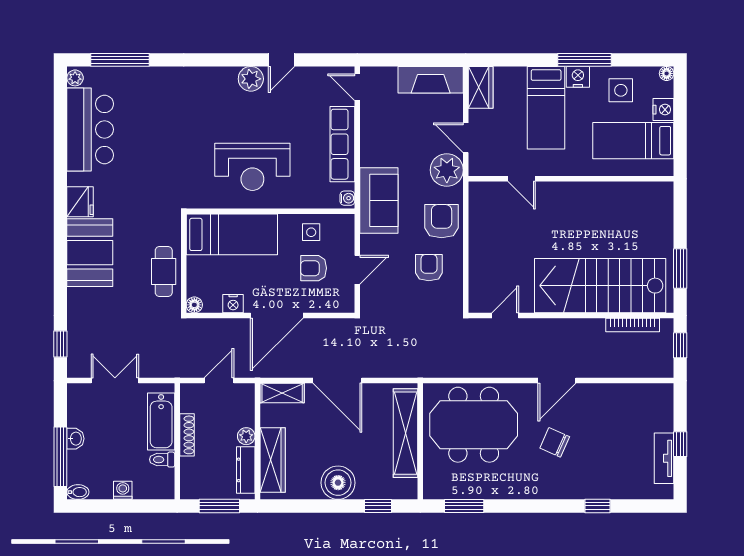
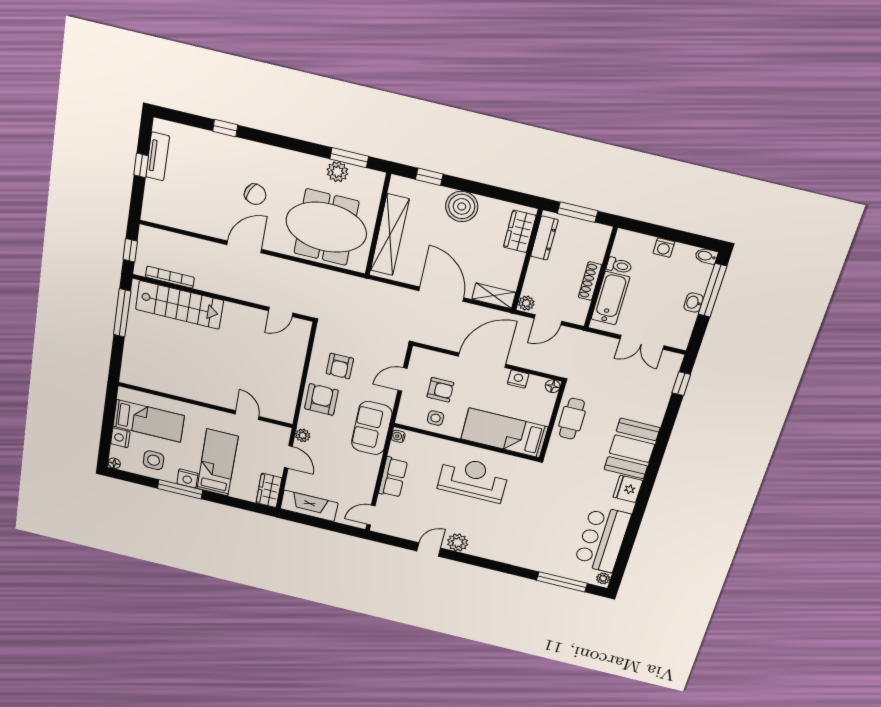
door: (357, 87) -> (371, 515), swing flipped
row of seats: (342, 144) -> (393, 477), width x0.68
plant: (447, 170) -> (303, 435), width x0.53, depth x0.53
armchair: (442, 221) -> (321, 399), turned 180
window: (680, 269) -> (122, 313), width x1.44
stairs: (600, 286) -> (179, 305), width x0.73, depth x0.66
plant: (246, 436) -> (526, 303), moved
wardrobe: (273, 460) -> (520, 231), width x0.67
plant: (473, 488) -> (337, 172), added

